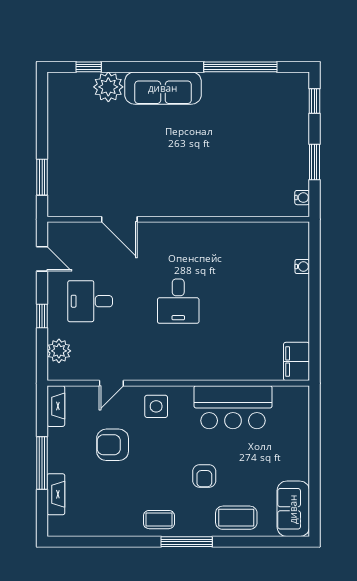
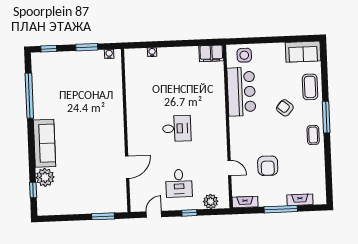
side table: (156, 406) -> (244, 55), moved
armchair: (204, 476) -> (285, 108), turned -140

